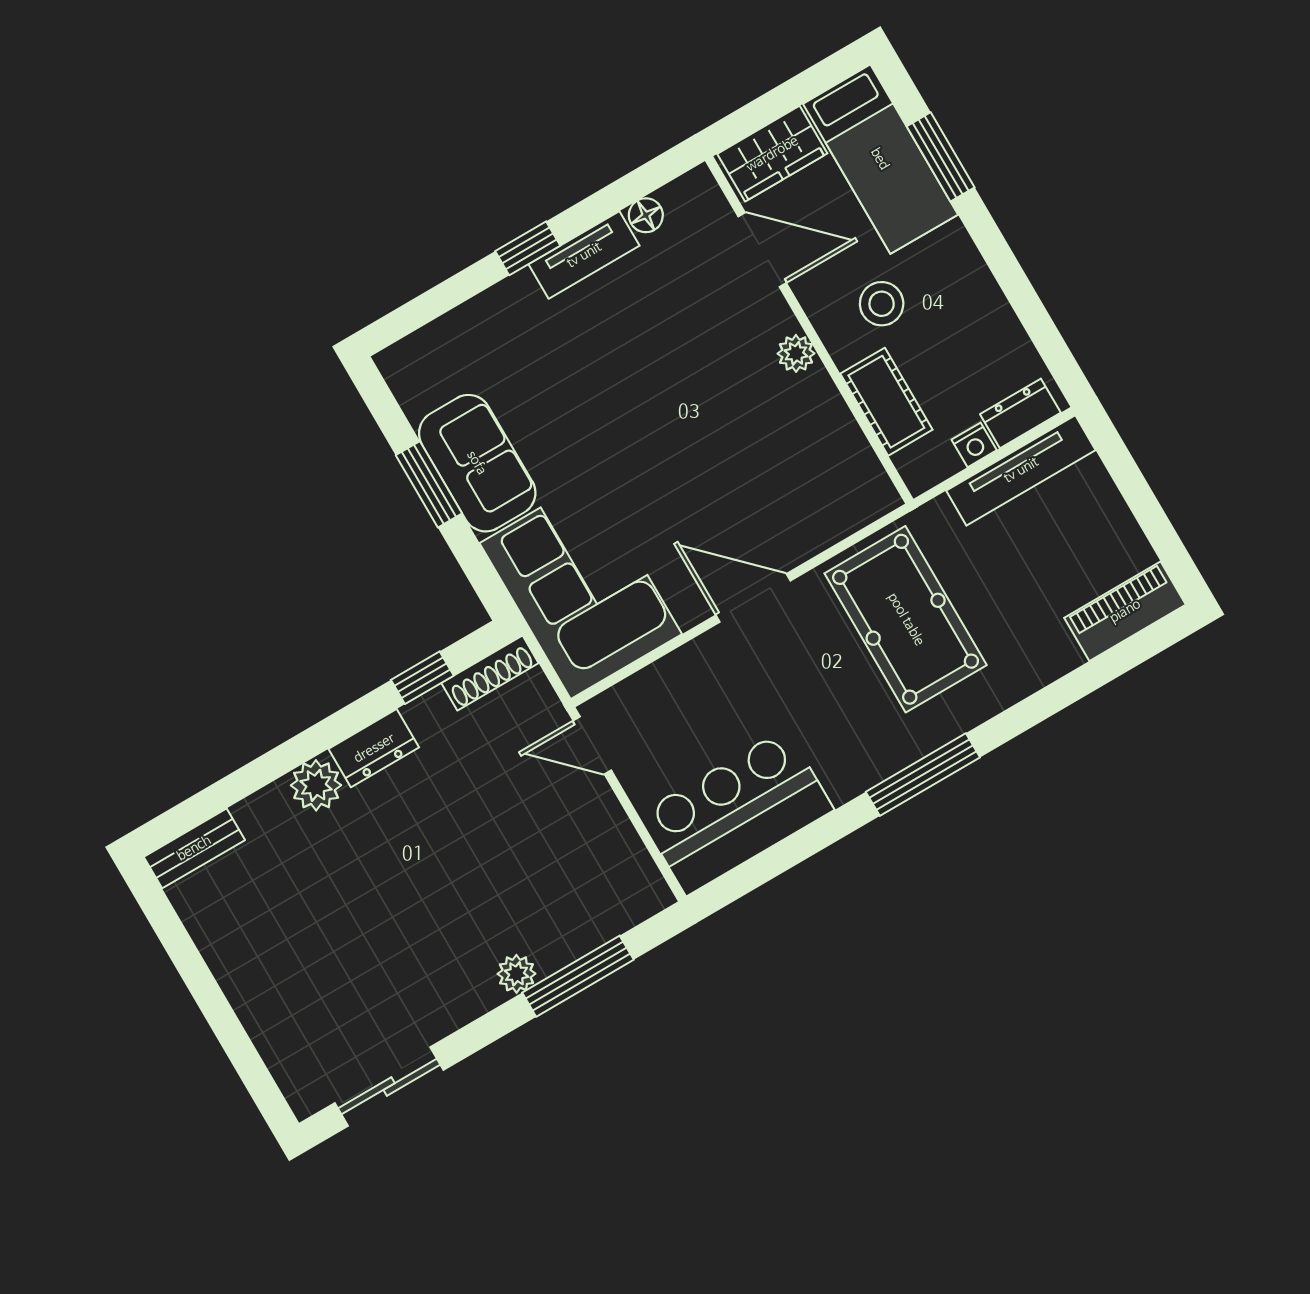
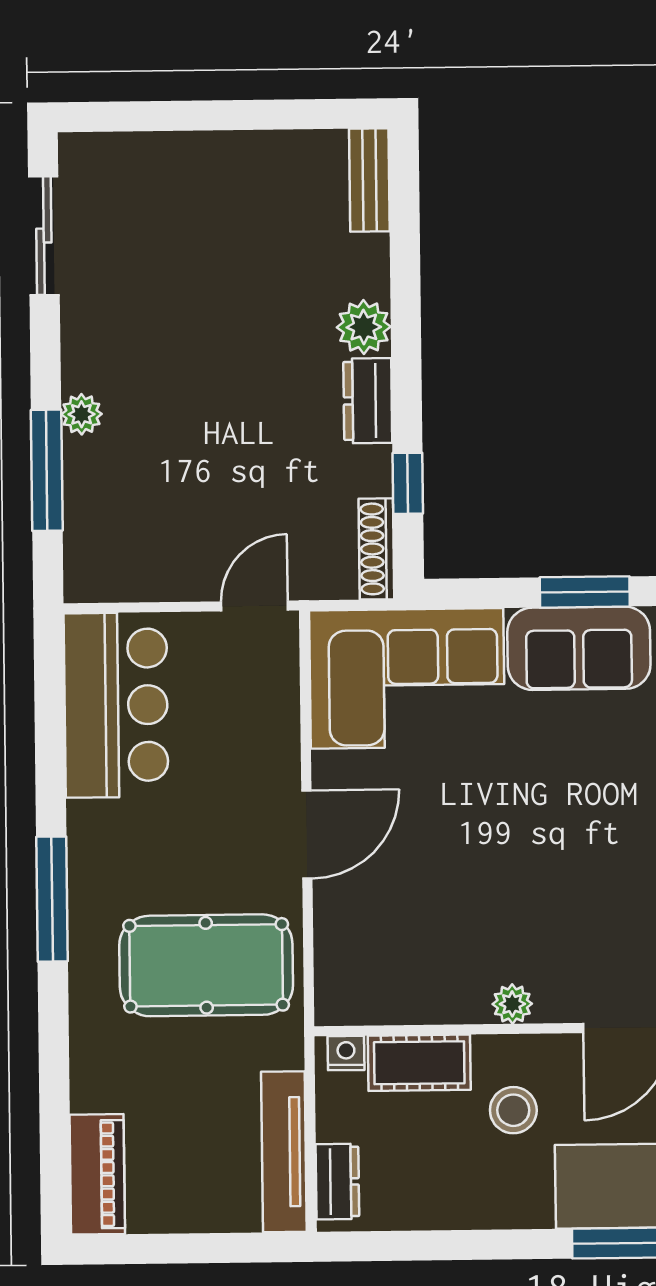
nightstand: (974, 445) -> (346, 1053), moved, turned 90

